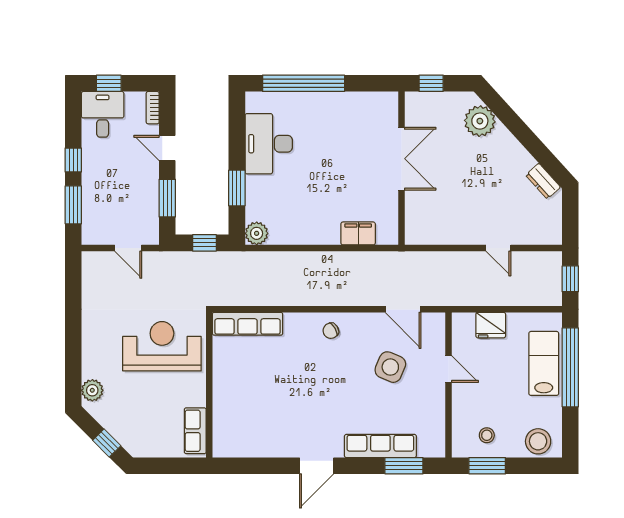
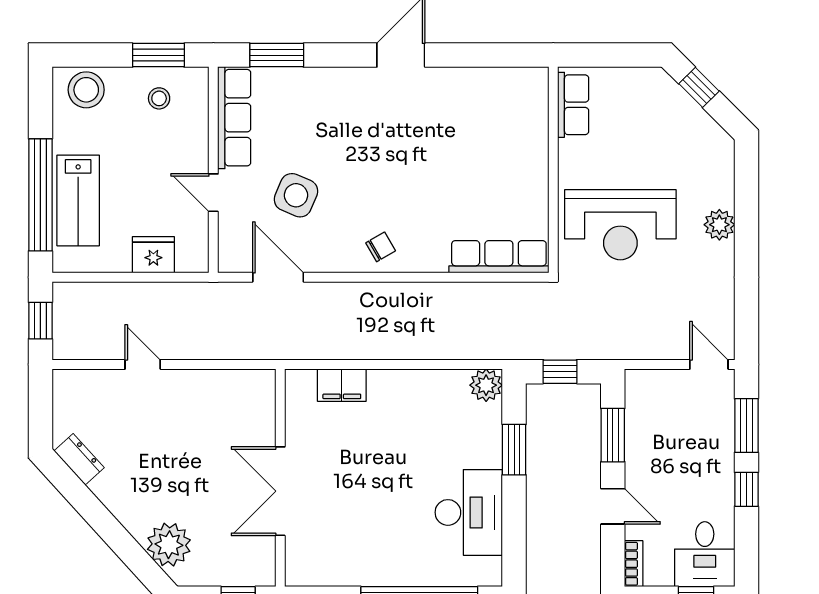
door: (128, 248) -> (709, 364), moved
plant: (92, 390) -> (719, 225), moved
row of seats: (380, 446) -> (234, 118), moved, turned -90

